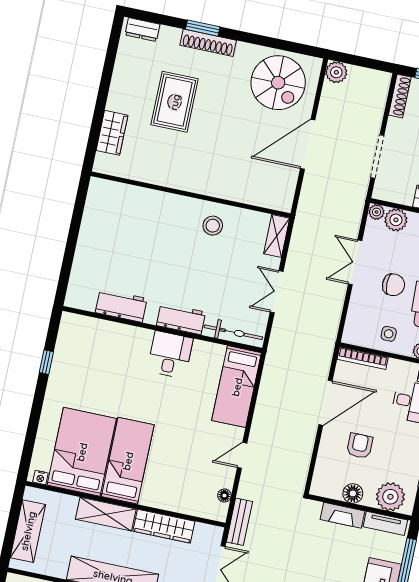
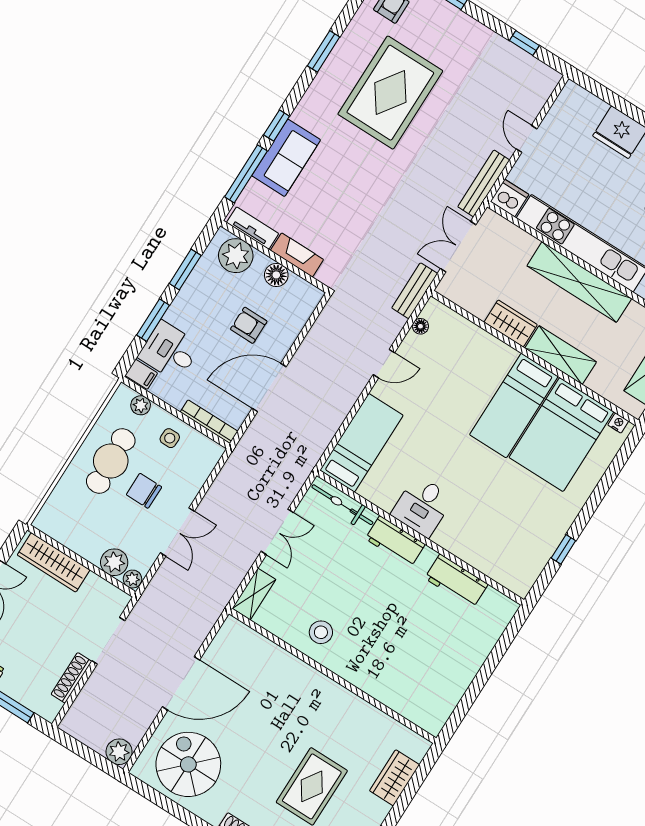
shoe rack: (400, 96) -> (71, 678), moved
armchair: (360, 446) -> (249, 325), turned 90
wardrobe: (164, 526) -> (511, 323), width x0.67

